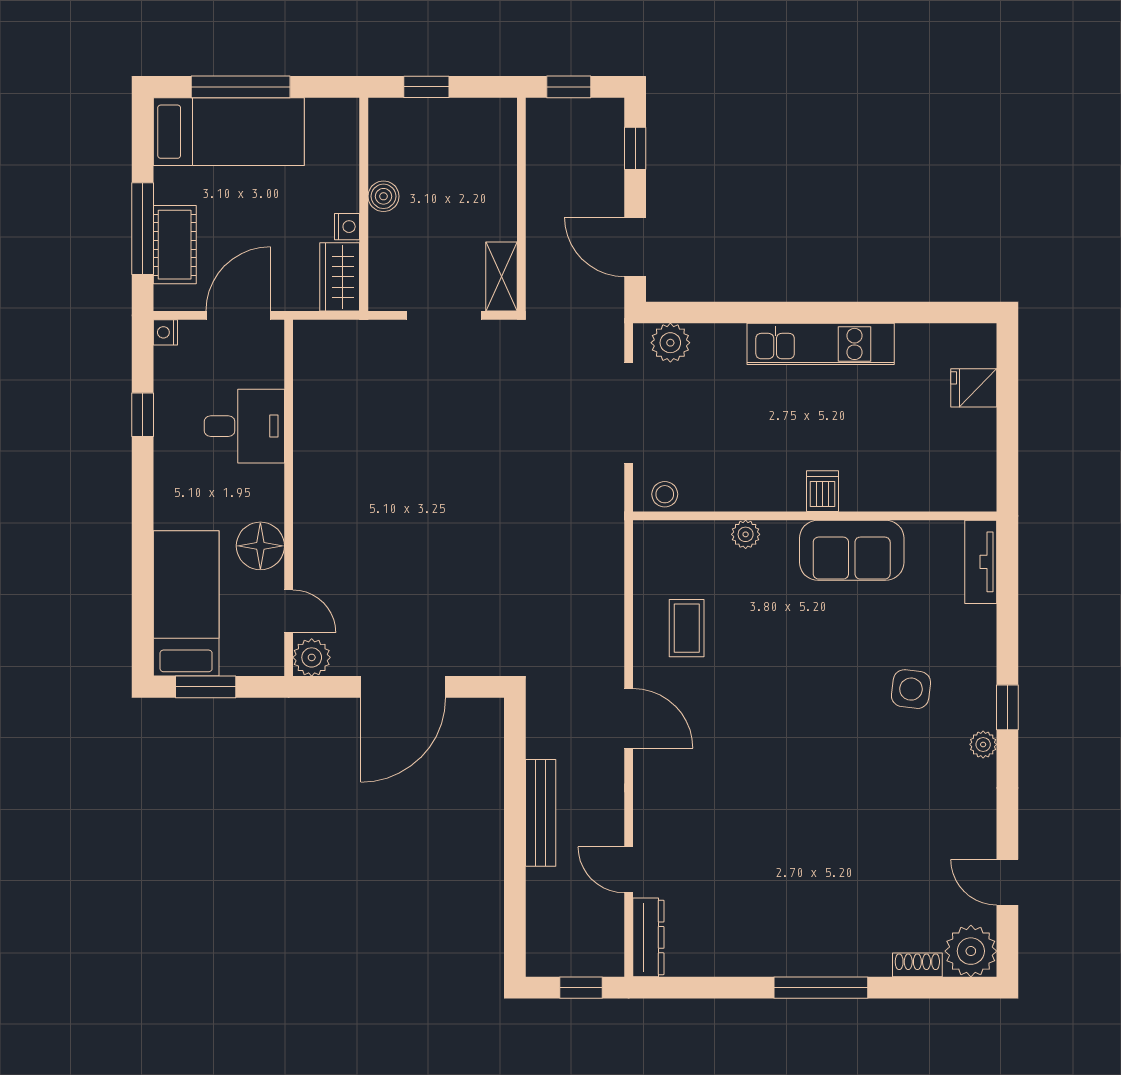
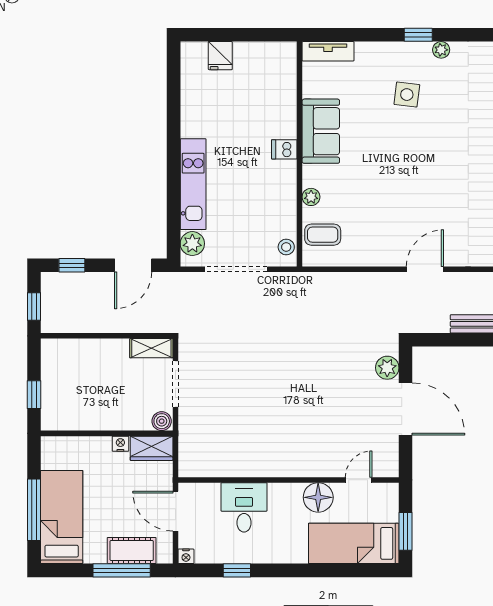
boiler: (383, 196) -> (162, 421), moved
kitchen unit: (821, 344) -> (193, 184), moved
coffee table: (687, 628) -> (323, 235), moved
plant: (312, 657) -> (387, 368), moved

